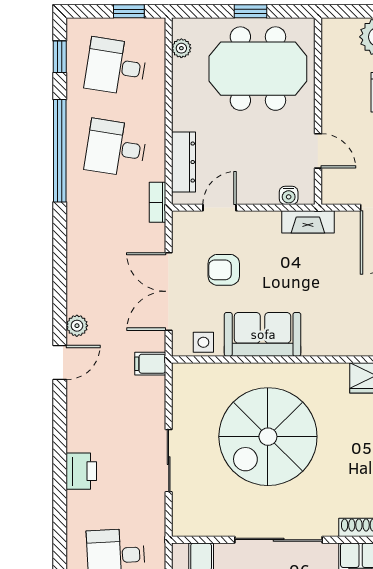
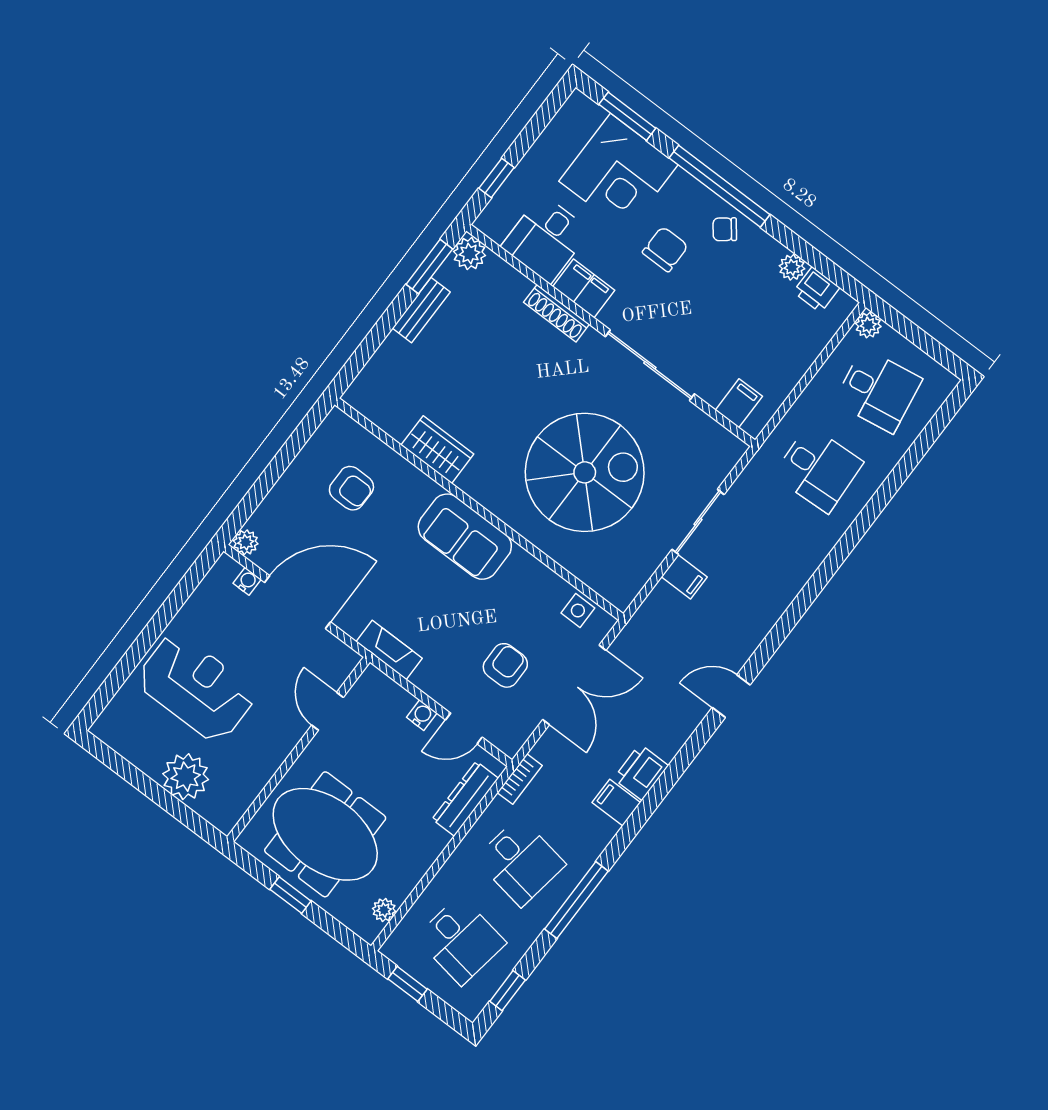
window: (60, 151) -> (576, 900), width x0.68
water cooler: (289, 195) -> (422, 715), moved
filing cabinet: (82, 235) -> (616, 803), added
armchair: (224, 270) -> (505, 665), turned -90
plant: (77, 326) -> (688, 719), removed
sofa: (263, 334) -> (465, 537), moved
filing cabinet: (150, 364) -> (684, 577), moved
printer: (81, 471) -> (641, 772), moved

